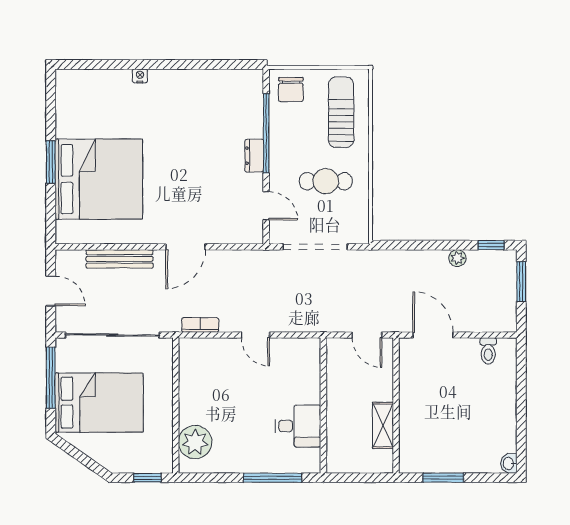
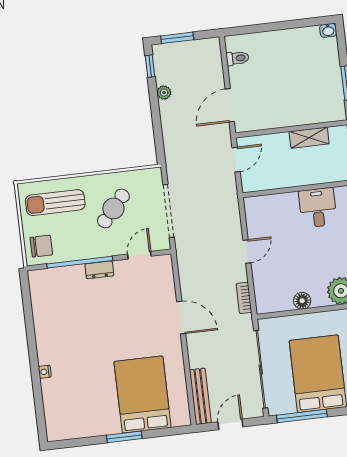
bed: (99, 179) -> (143, 395), width x0.73
cafe table: (326, 181) -> (113, 208), turned 41
bench: (120, 259) -> (200, 396), moved
floor lamp: (189, 394) -> (302, 301), added

